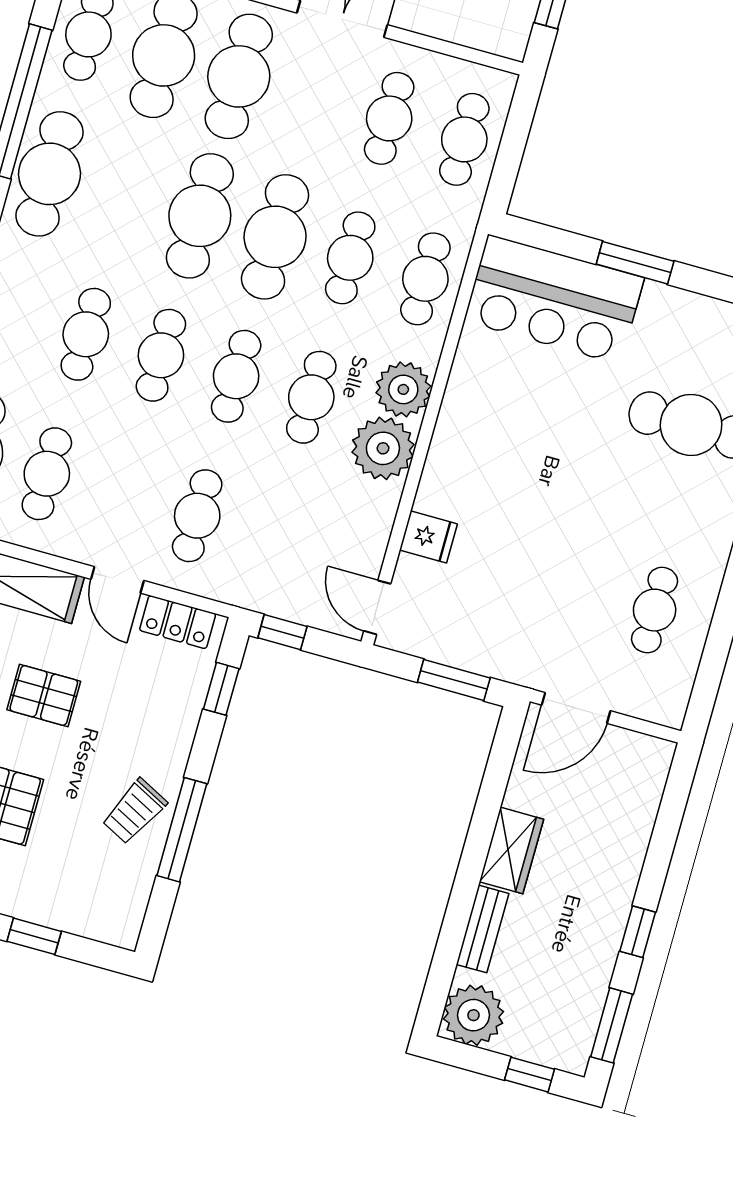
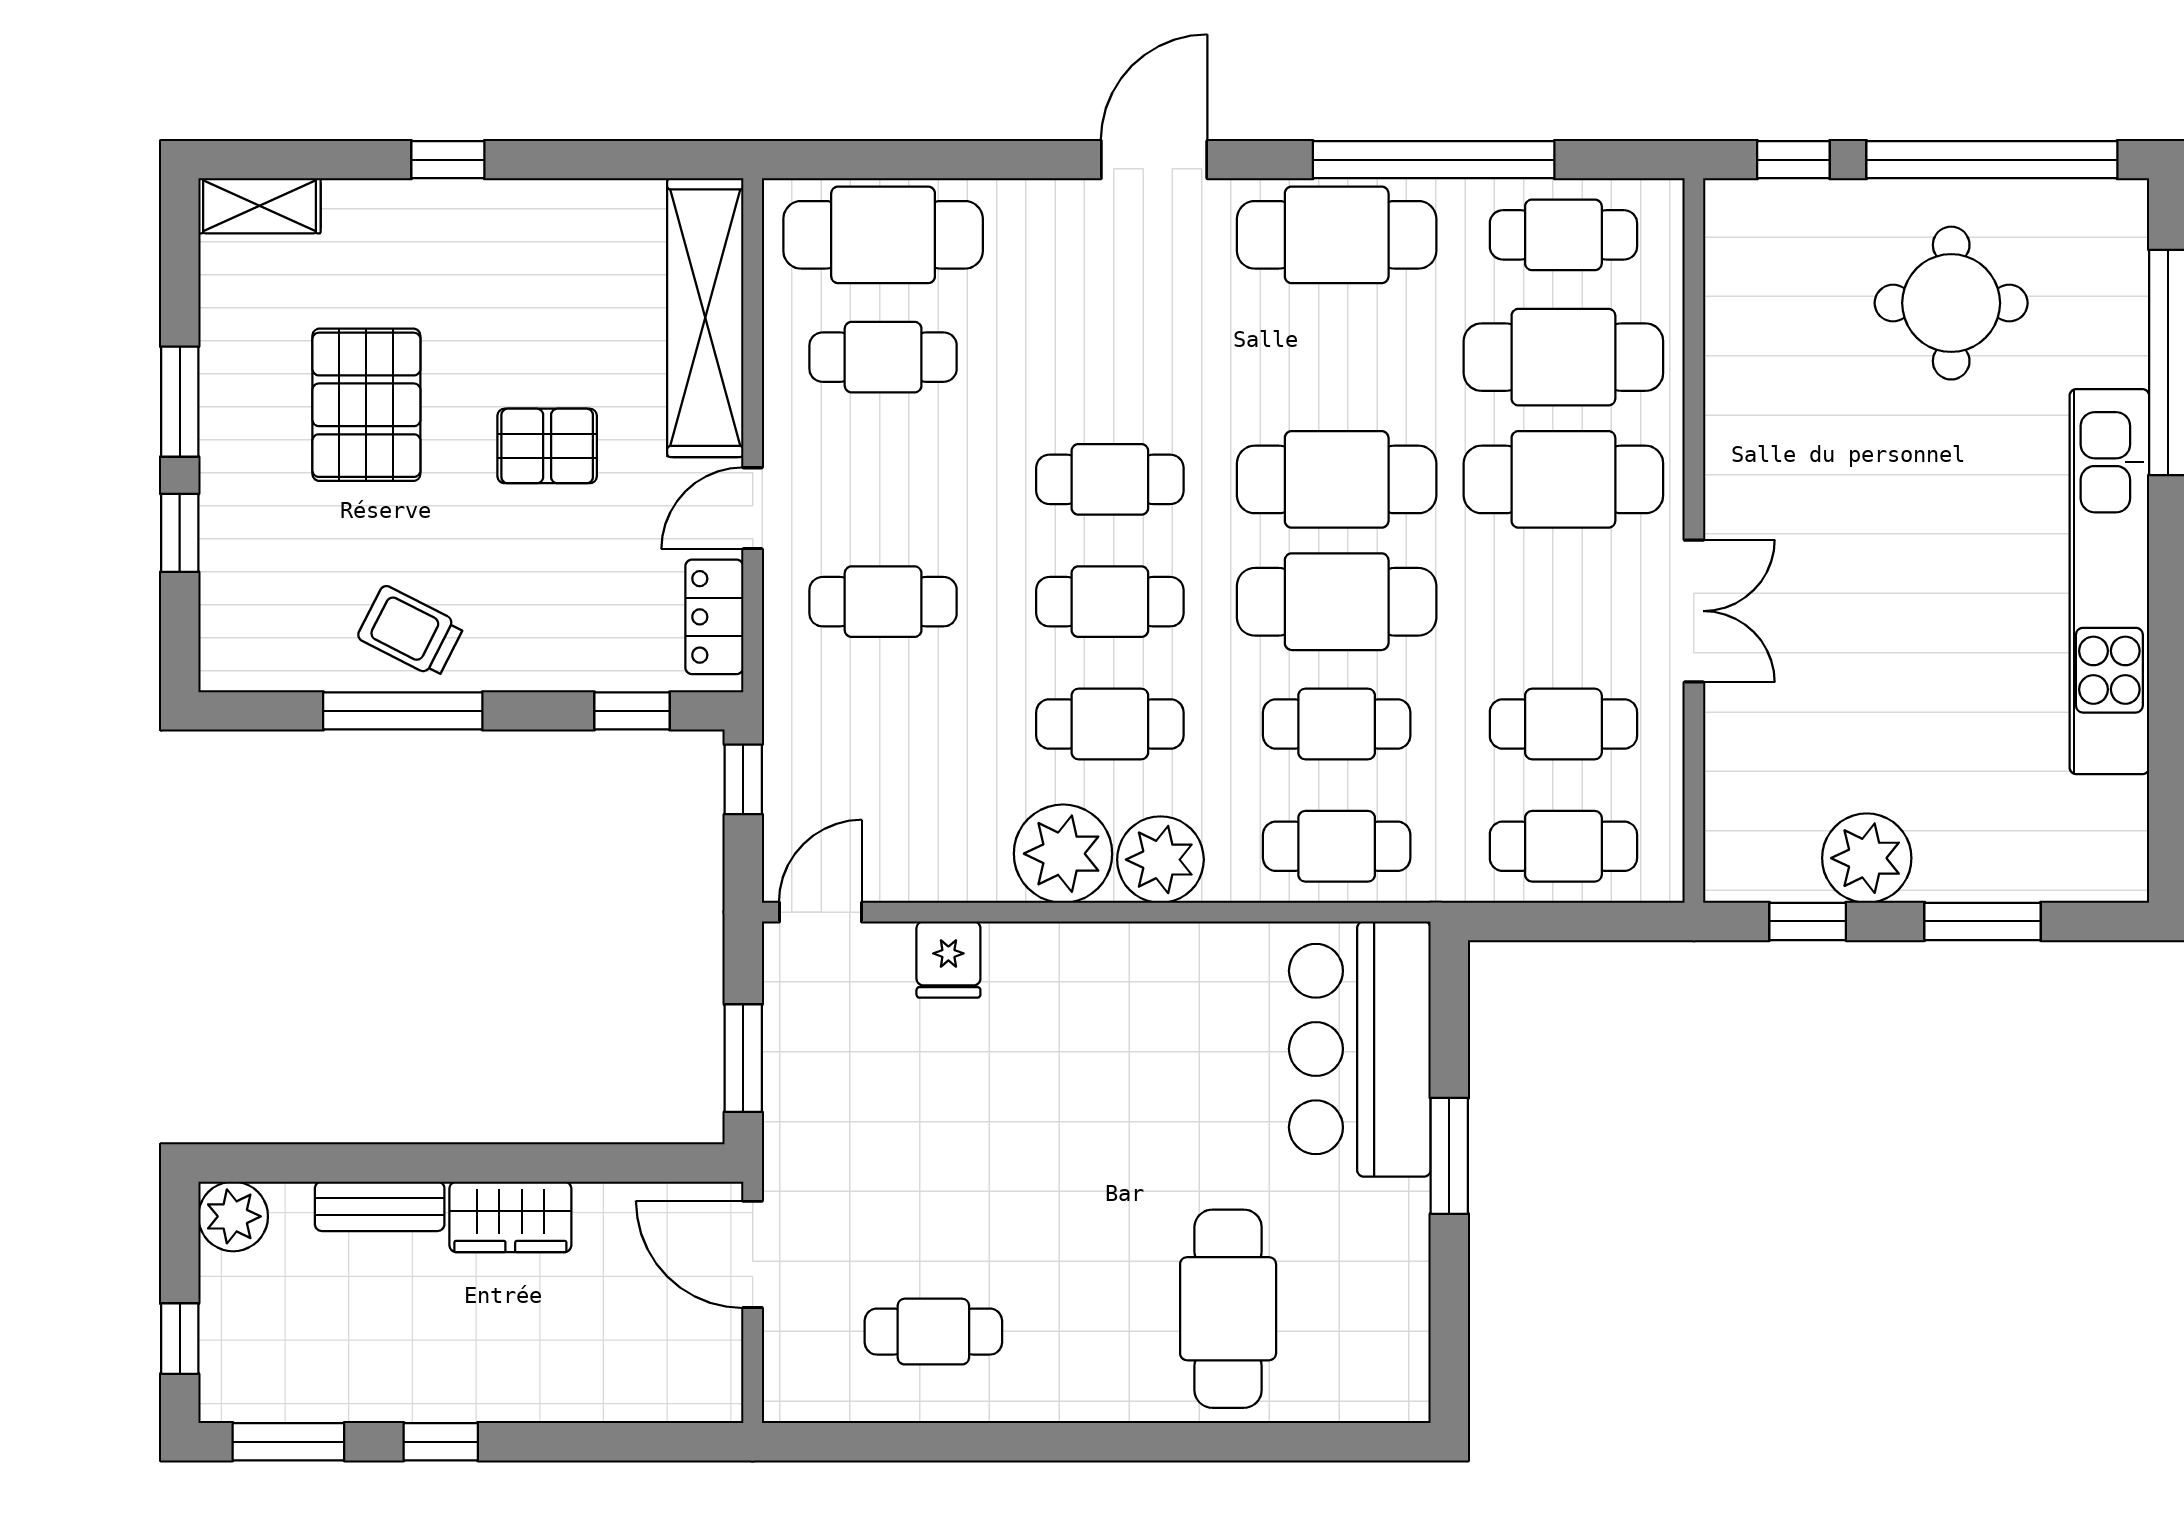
cafe table: (86, 334) -> (1110, 357), removed
pallet: (44, 695) -> (547, 446), turned 90
plant: (473, 1015) -> (233, 1216), width x0.73, depth x0.73

